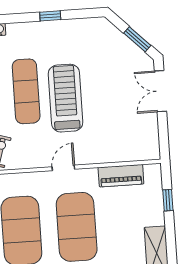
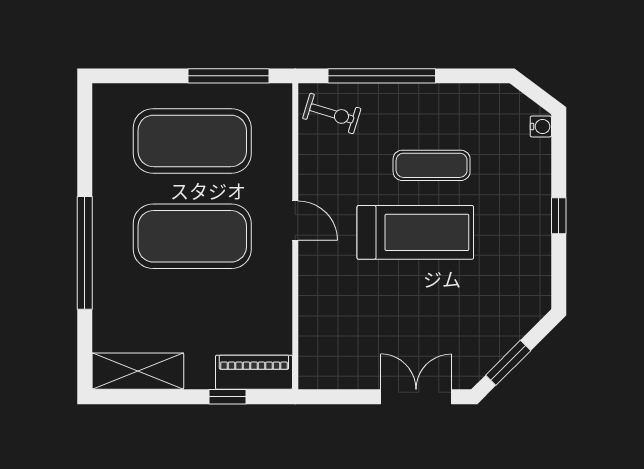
exercise mat: (26, 91) -> (432, 165), width x0.73, depth x0.69
piano: (121, 176) -> (254, 372), moved, turned 90

